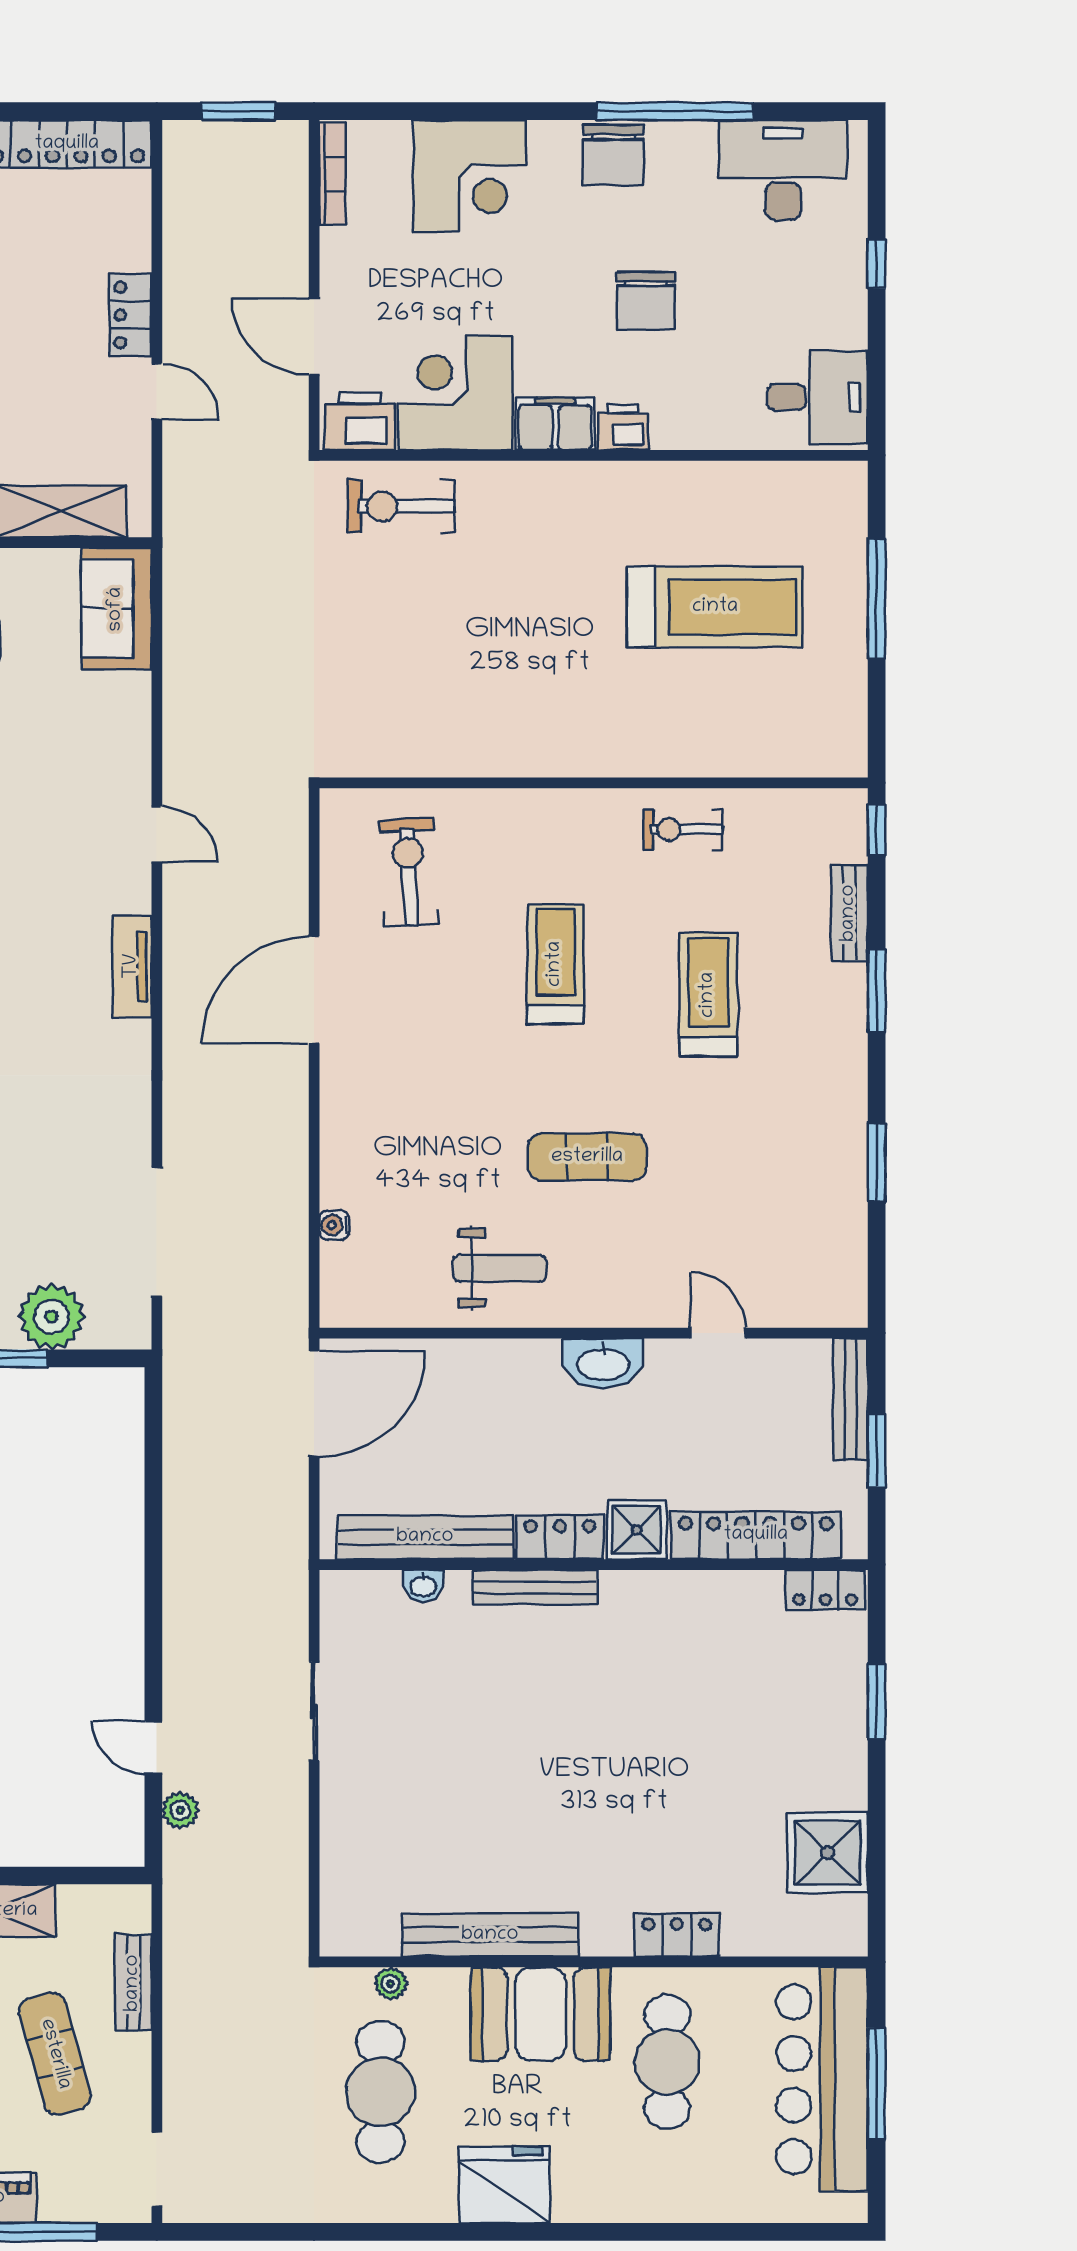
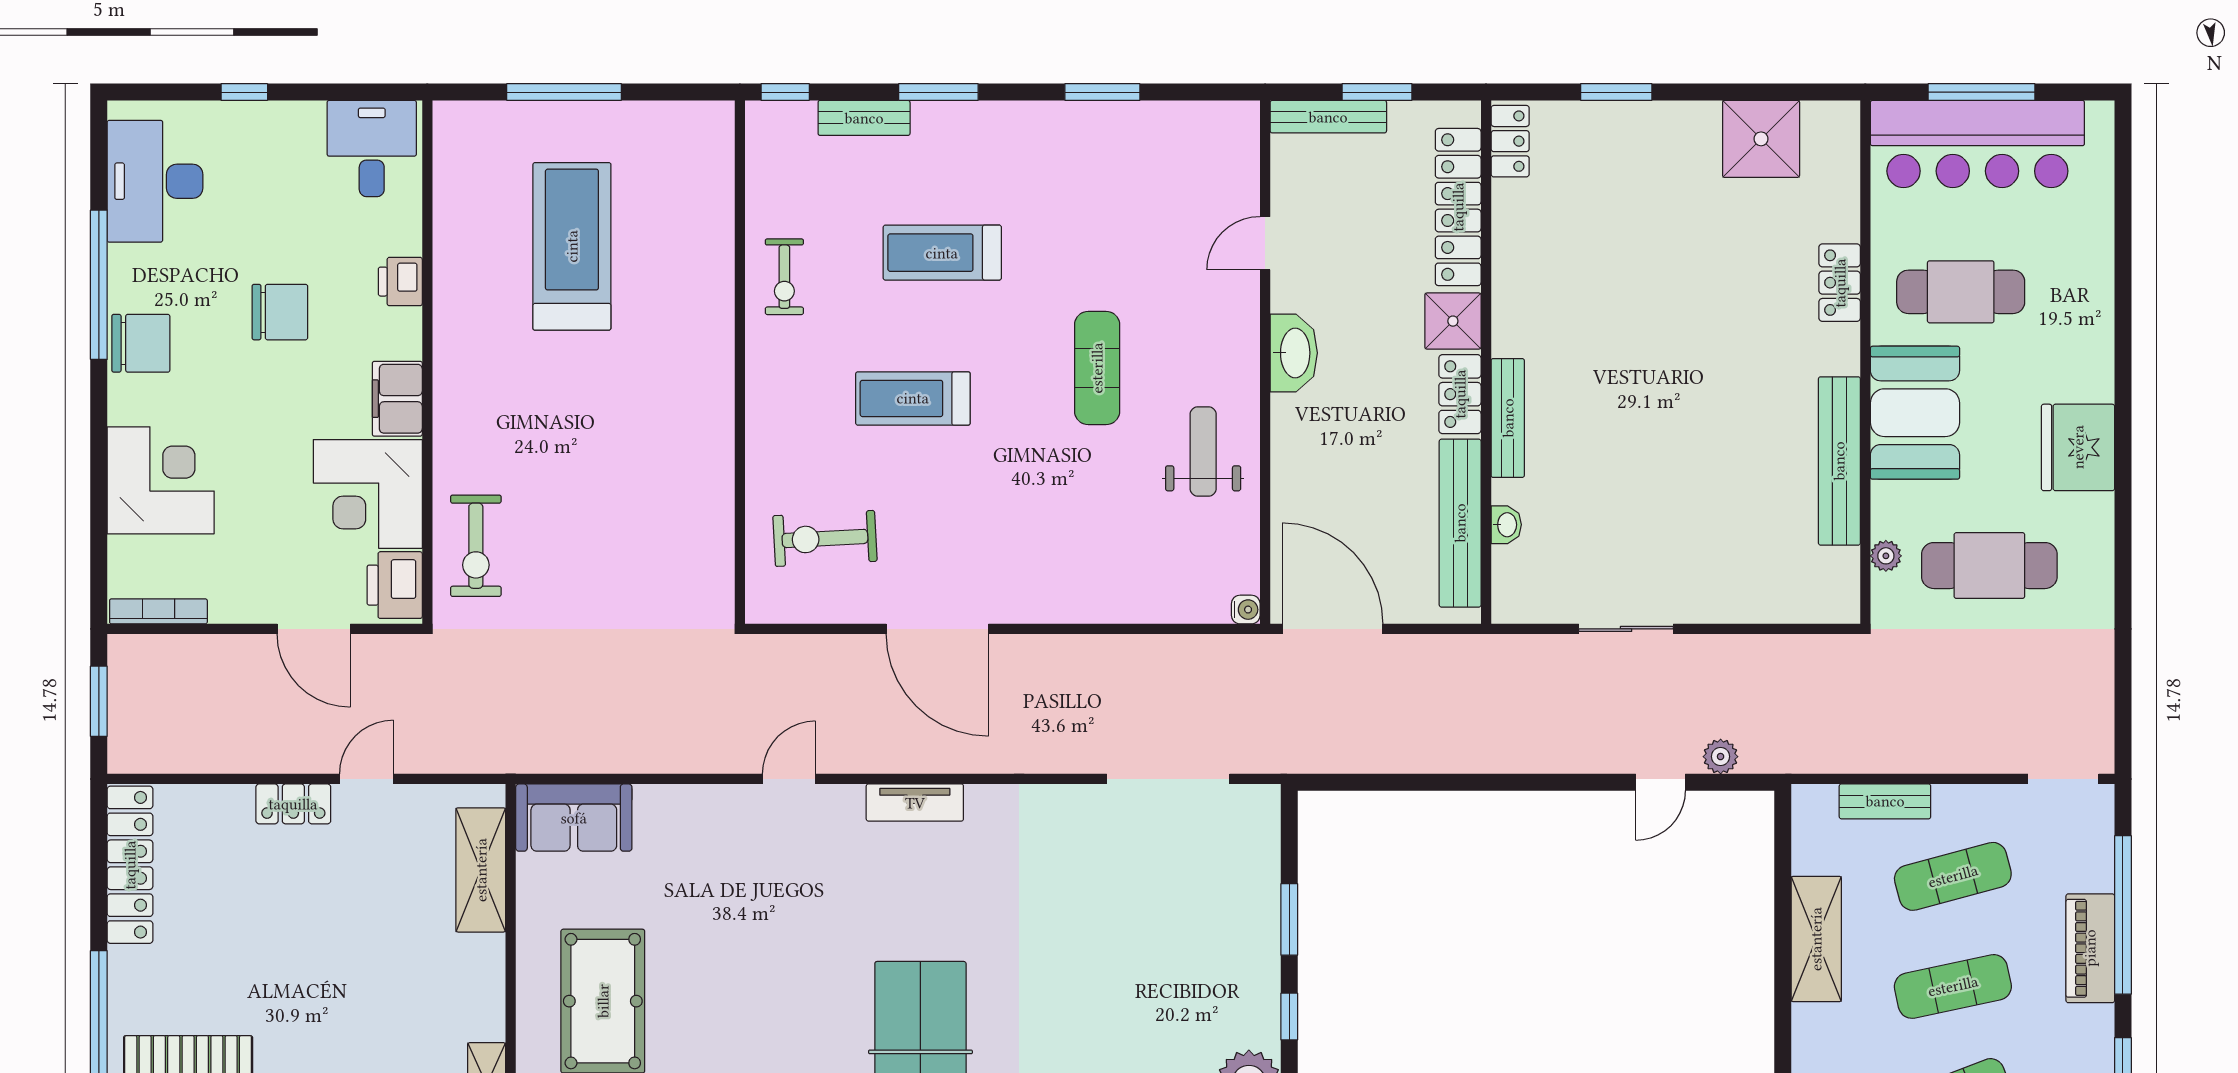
door: (314, 336) -> (314, 629), hinge flipped
printer: (623, 427) -> (400, 282), moved
water cooler: (334, 1225) -> (1246, 610), moved, turned -90
plant: (52, 1317) -> (1250, 879), removed

